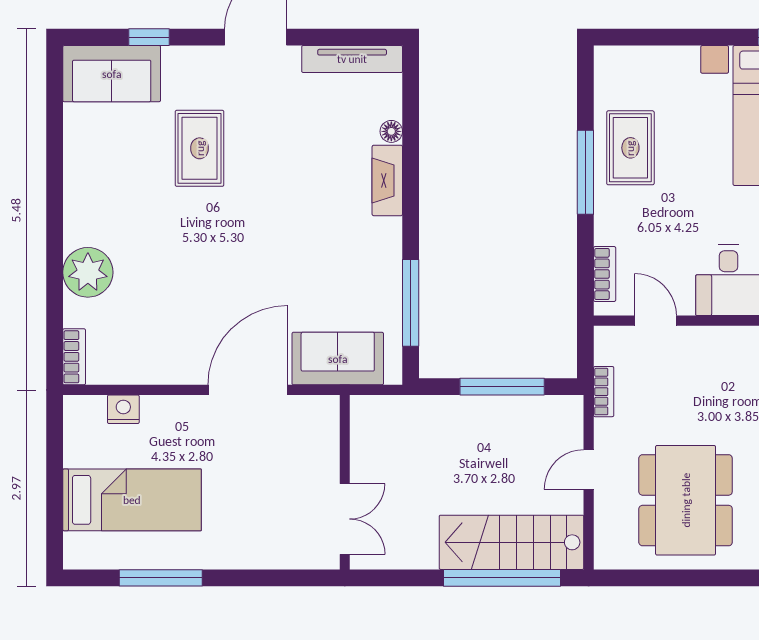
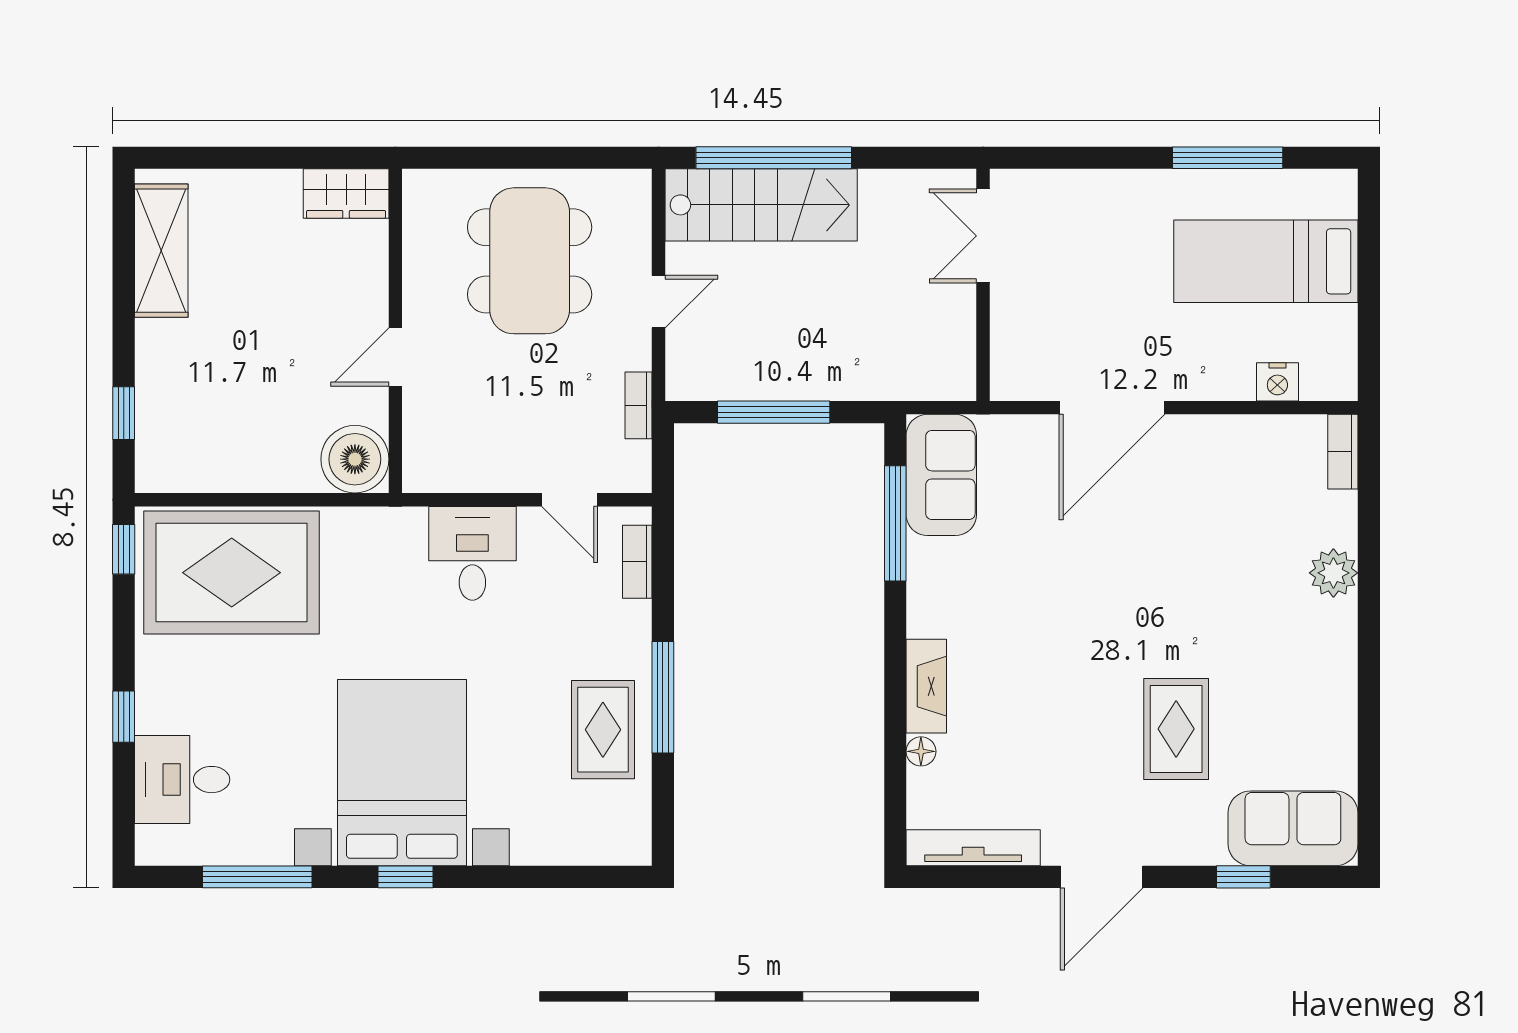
plant: (88, 272) -> (1333, 573), width x0.73, depth x0.73
sofa: (338, 359) -> (941, 475), moved, turned -90

